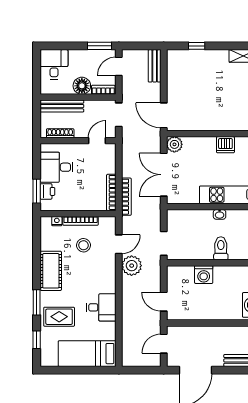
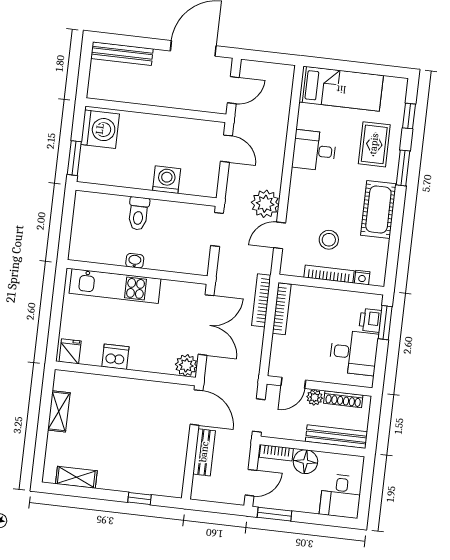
bench: (155, 66) -> (204, 452), moved
plant: (81, 132) -> (315, 397), added
rug: (59, 317) -> (374, 144), turned 90

